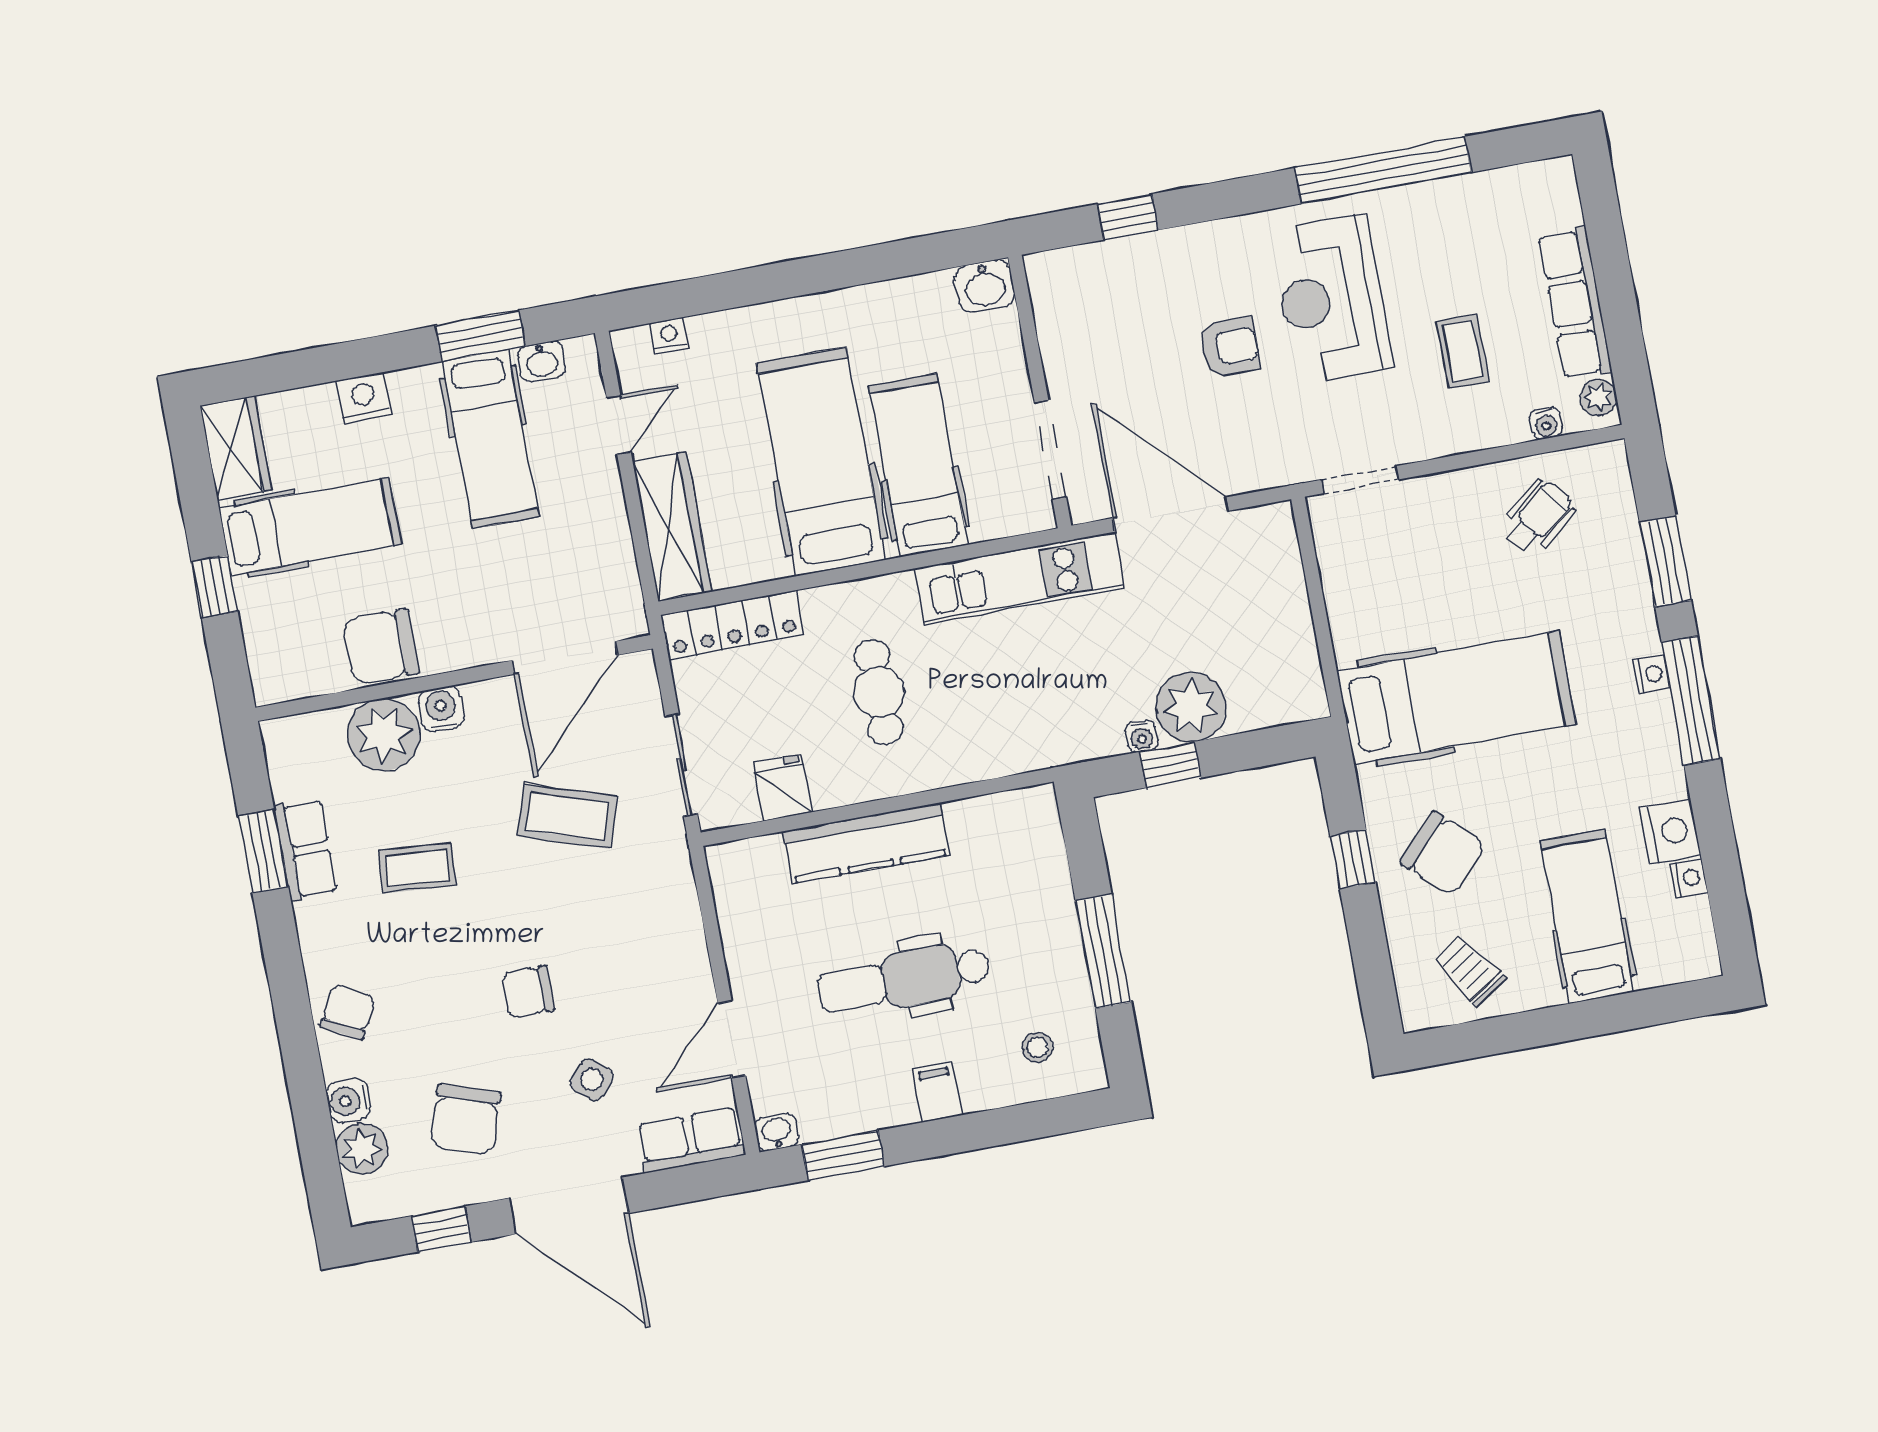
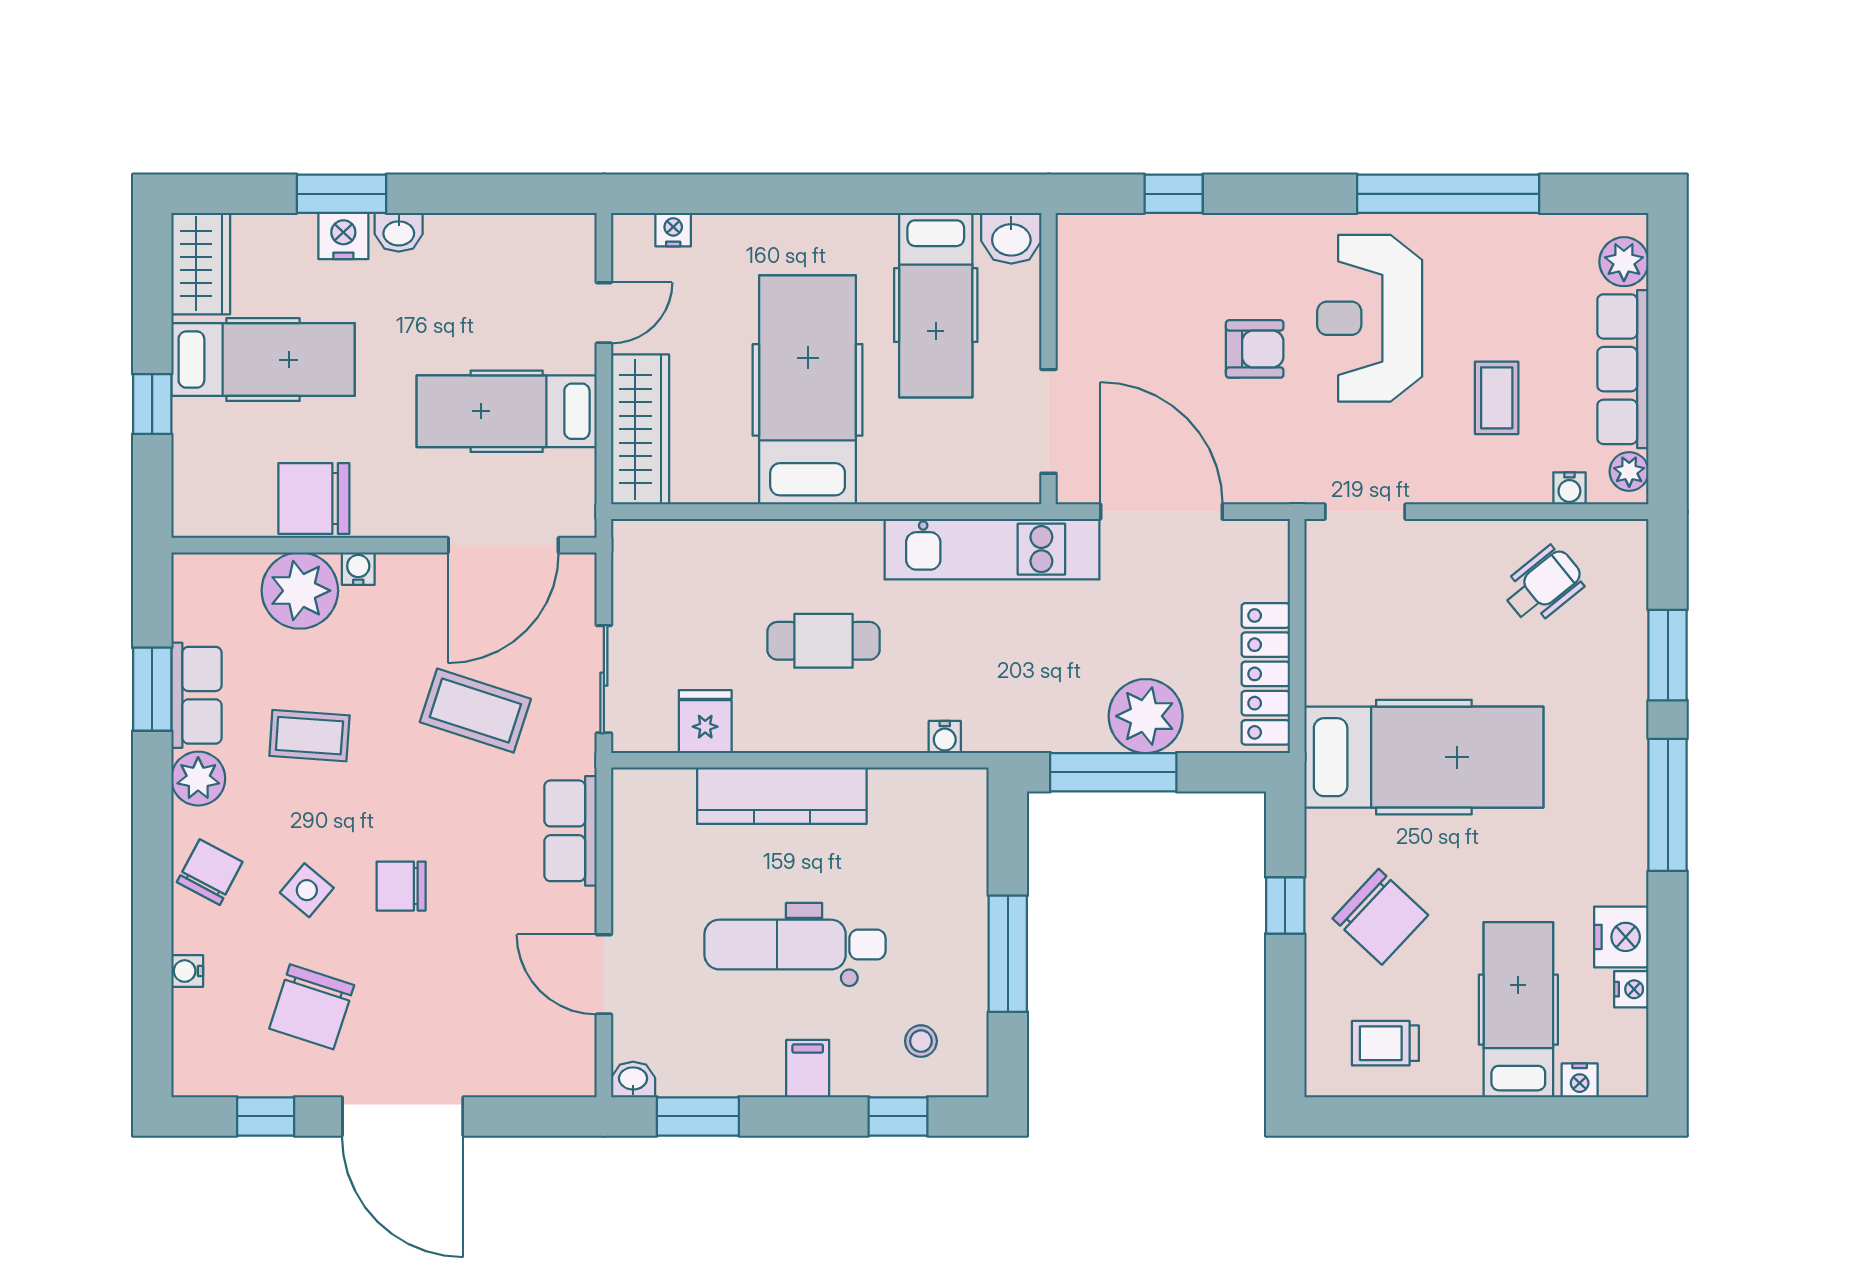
plant: (1558, 203) -> (1624, 262), added
window: (481, 336) -> (341, 194), moved
washbasin: (542, 362) -> (399, 232), moved
hospital bed: (490, 439) -> (507, 411), moved, turned 90
hospital bed: (918, 465) -> (936, 305), moved, turned 180
locker: (733, 625) -> (1266, 674), moved, turned 90
nightstand: (1652, 674) -> (1580, 1080), moved, turned 90
cafe table: (879, 692) -> (823, 641), turned 90
water cooler: (441, 709) -> (358, 569), width x0.72, depth x0.72
water cooler: (1141, 736) -> (945, 737), moved
window: (1170, 765) -> (1113, 772), width x2.17
trolley: (1470, 970) -> (1385, 1043), turned -56
door: (732, 1039) -> (604, 974), hinge flipped
side table: (592, 1080) -> (307, 890), moved
water cooler: (348, 1101) -> (187, 971), width x0.72, depth x0.72
window: (1029, 1121) -> (898, 1116), added
row of seats: (691, 1140) -> (571, 831), moved, turned -90
plant: (362, 1149) -> (198, 779), moved

